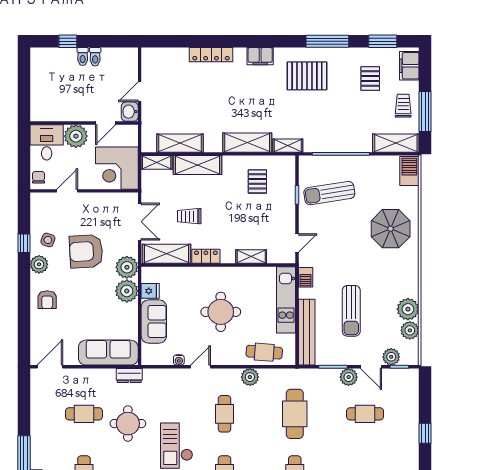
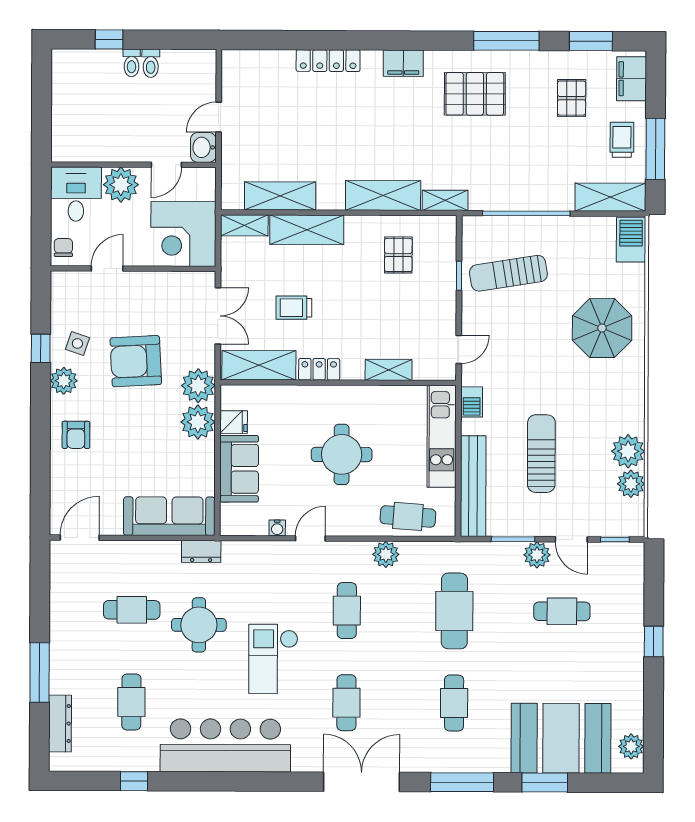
sun lounger: (351, 311) -> (541, 454), turned 180
plant: (391, 357) -> (602, 524), removed

